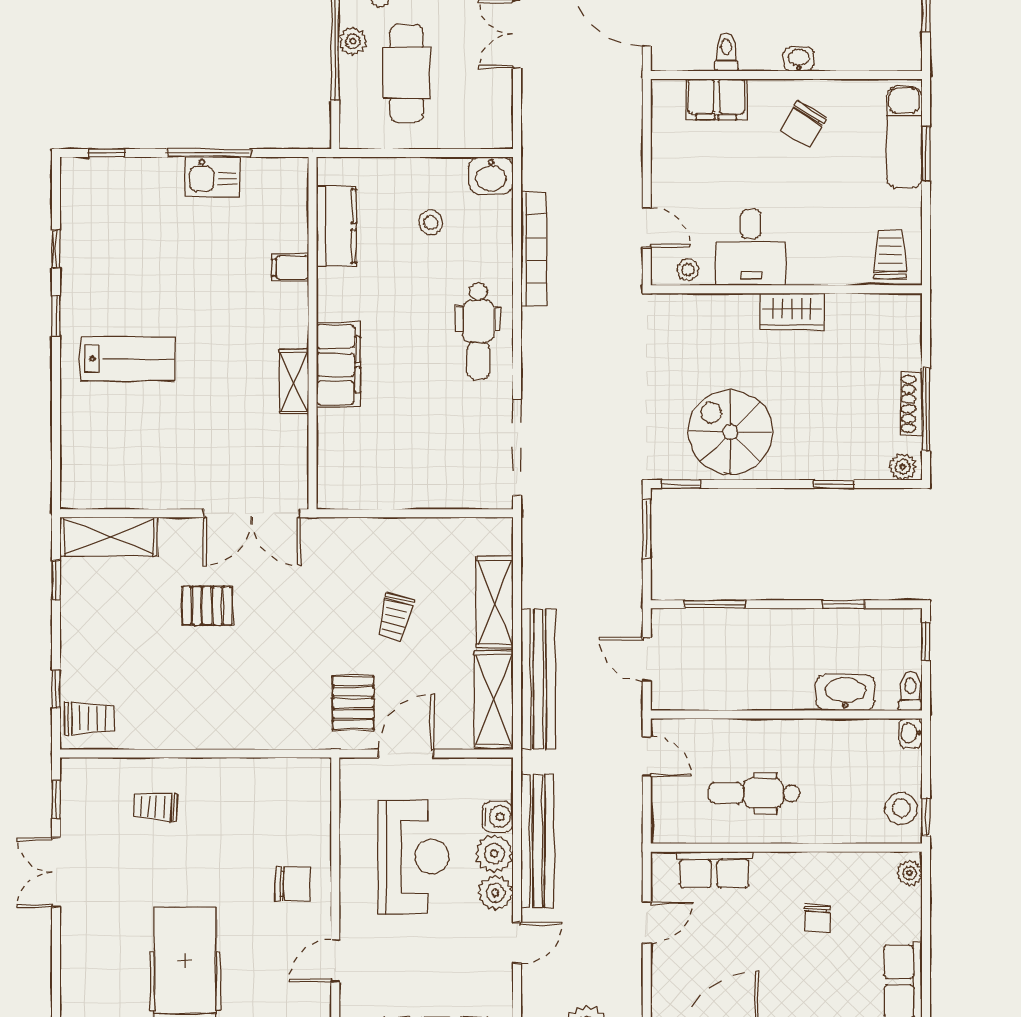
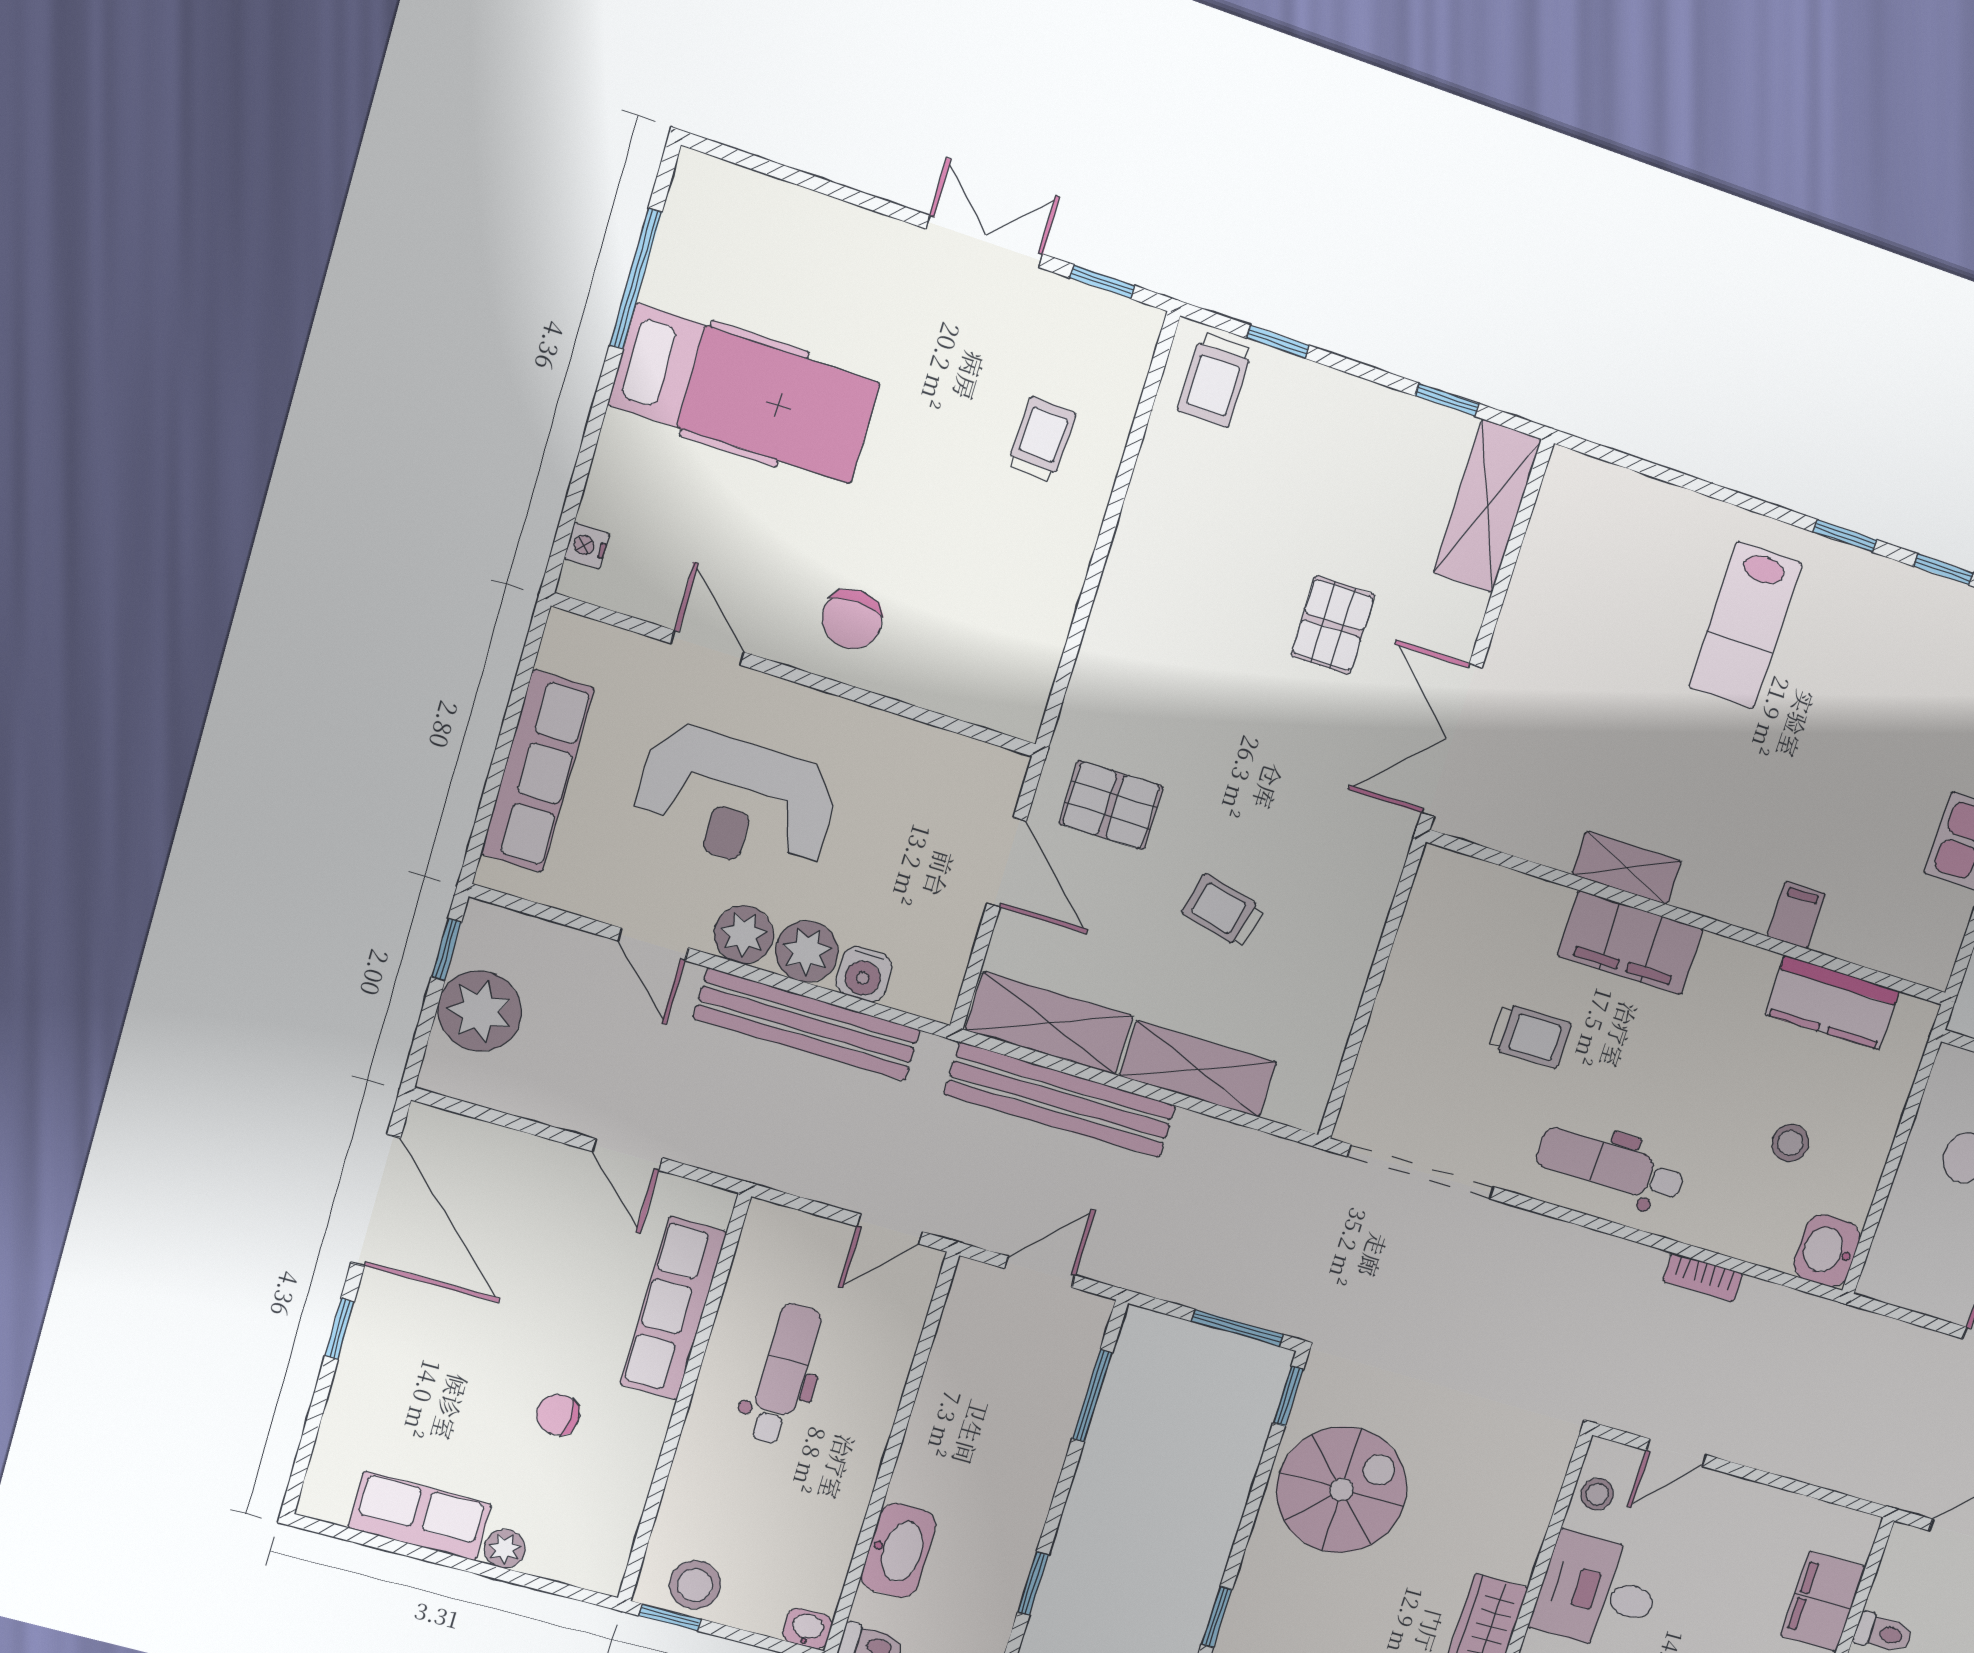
bookcase: (534, 249) -> (1703, 1277), width x0.43, depth x0.76
trolley: (414, 407) -> (1530, 1036), added
reception desk: (413, 857) -> (736, 800), moved
row of seats: (714, 870) -> (673, 1308), width x1.48
plant: (910, 873) -> (505, 1549), moved

